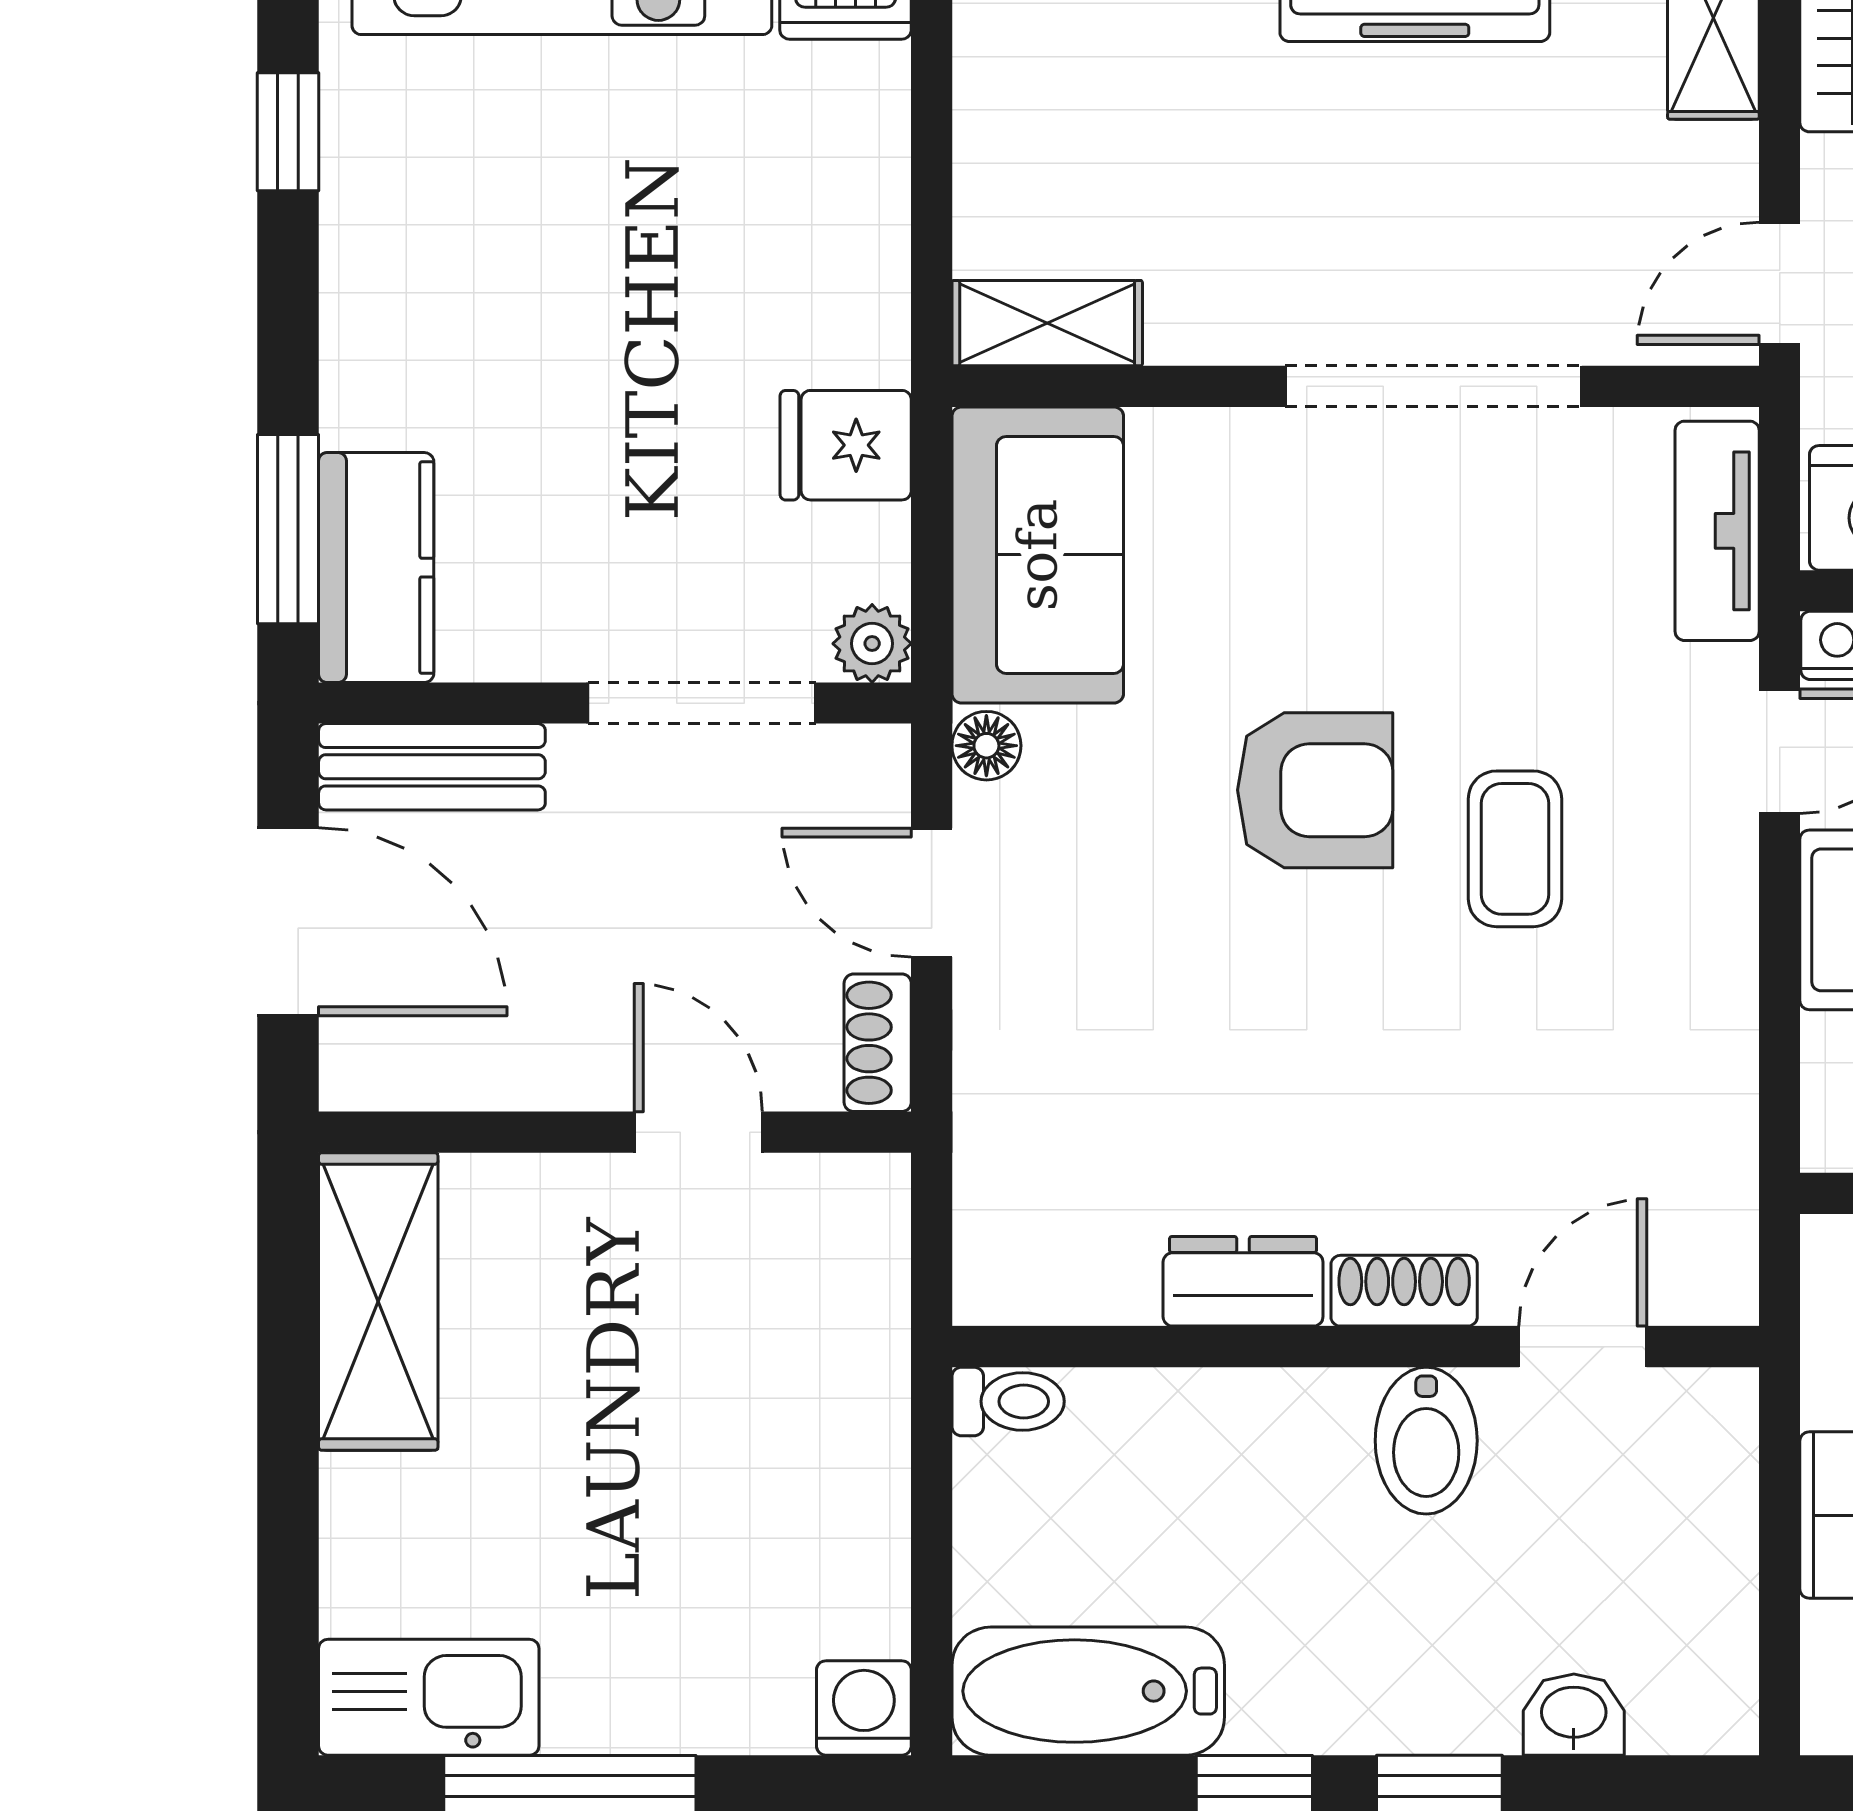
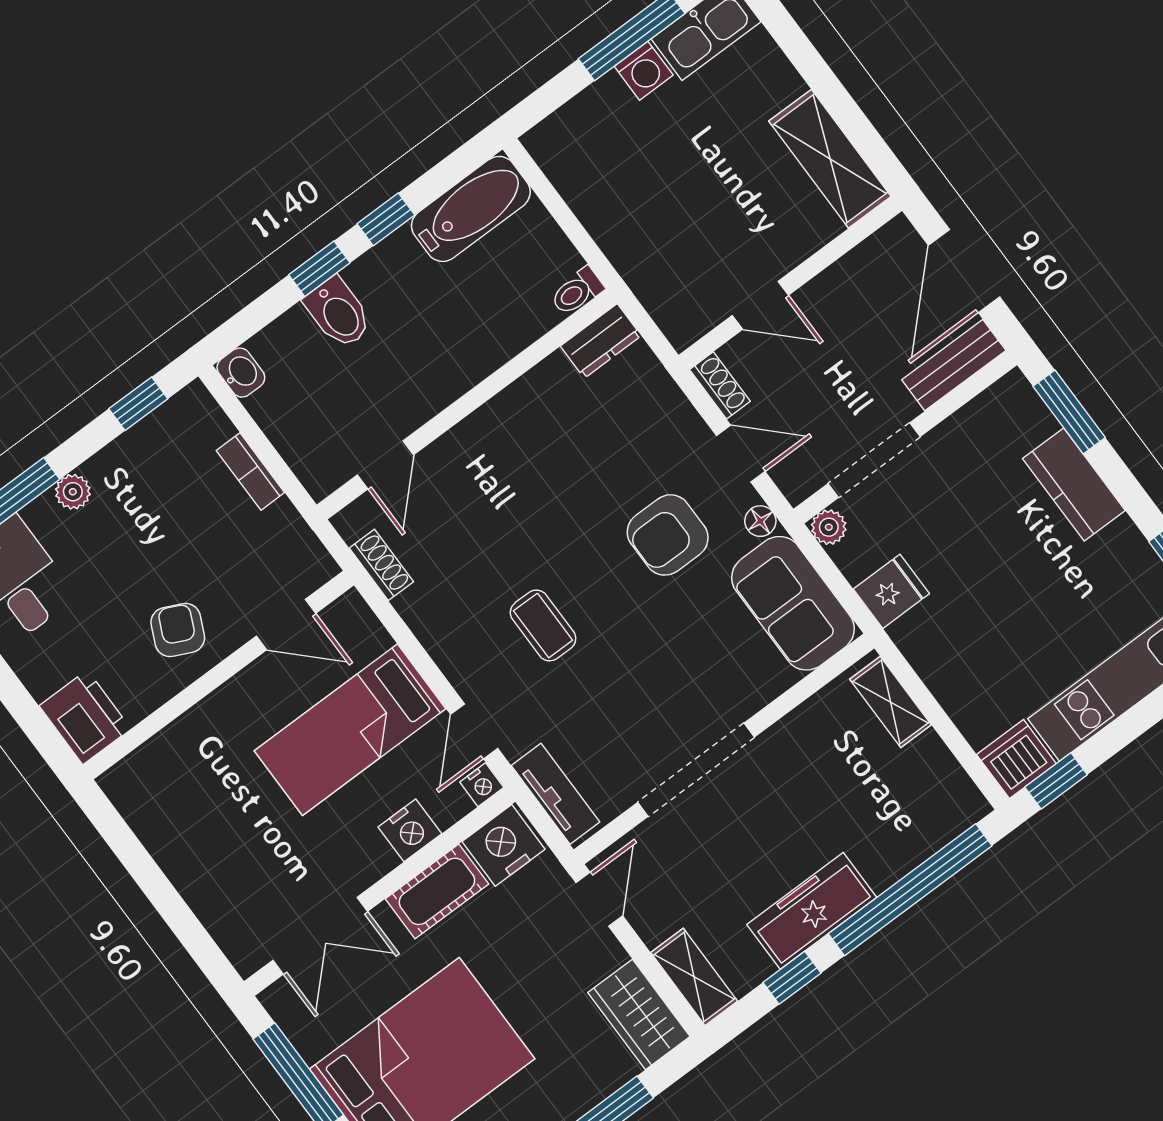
shelving: (1047, 323) -> (891, 702), moved, turned 90
kitchen counter: (376, 568) -> (1074, 484), moved
armchair: (1315, 790) -> (668, 535), moved
door: (288, 922) -> (964, 271), hinge flipped
dresser: (1243, 1281) -> (601, 341), moved
shoe rack: (1404, 1291) -> (381, 565), moved, turned -90
bidet: (1426, 1441) -> (338, 313), moved, turned 180
washing machine: (864, 1708) -> (644, 71), moved
washbasin: (1574, 1715) -> (241, 373), moved, turned -90

